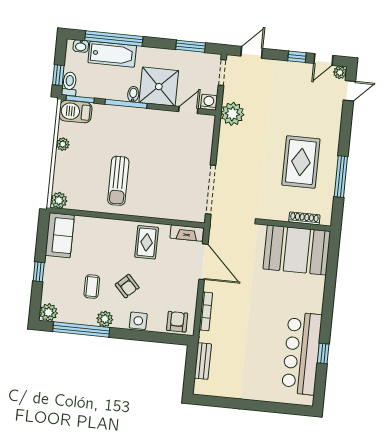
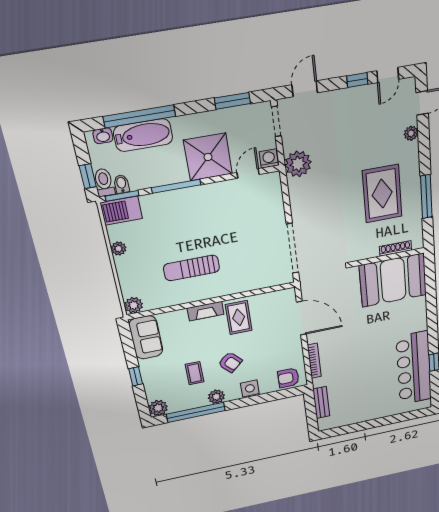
plant: (340, 72) -> (411, 133), moved
bidet: (133, 94) -> (121, 184), moved
sun lounger: (118, 181) -> (192, 268), turned 90
fireplace: (187, 233) -> (206, 311), moved
armchair: (177, 322) -> (288, 378), turned -90

